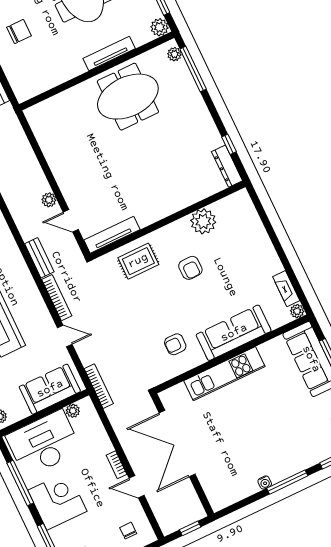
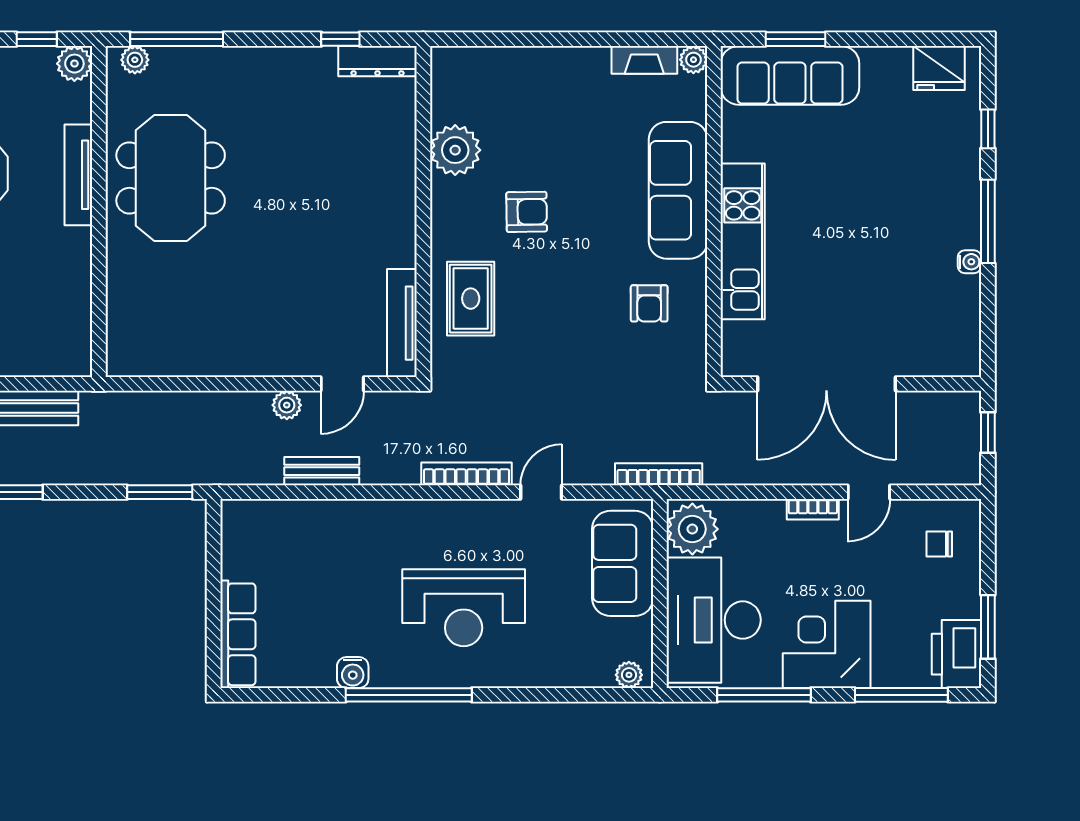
bench: (39, 258) -> (322, 471), moved
plant: (73, 411) -> (692, 529), width x1.88, depth x1.88

